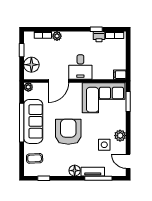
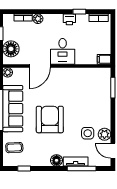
printer: (99, 37) -> (69, 19), moved
corner sofa: (104, 98) -> (87, 84), removed
plant: (120, 136) -> (104, 134), moved

